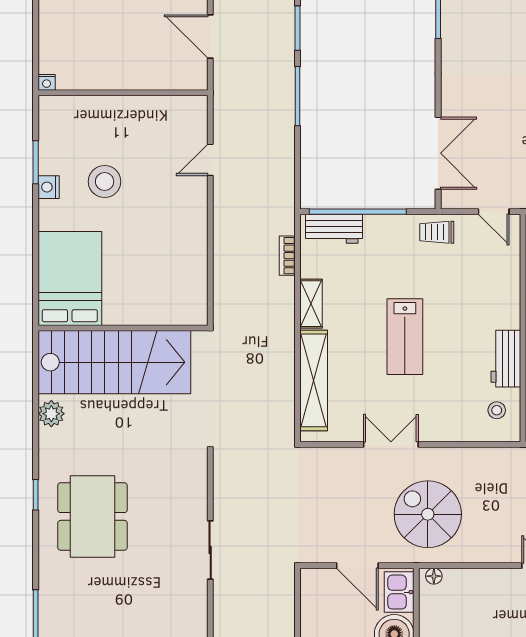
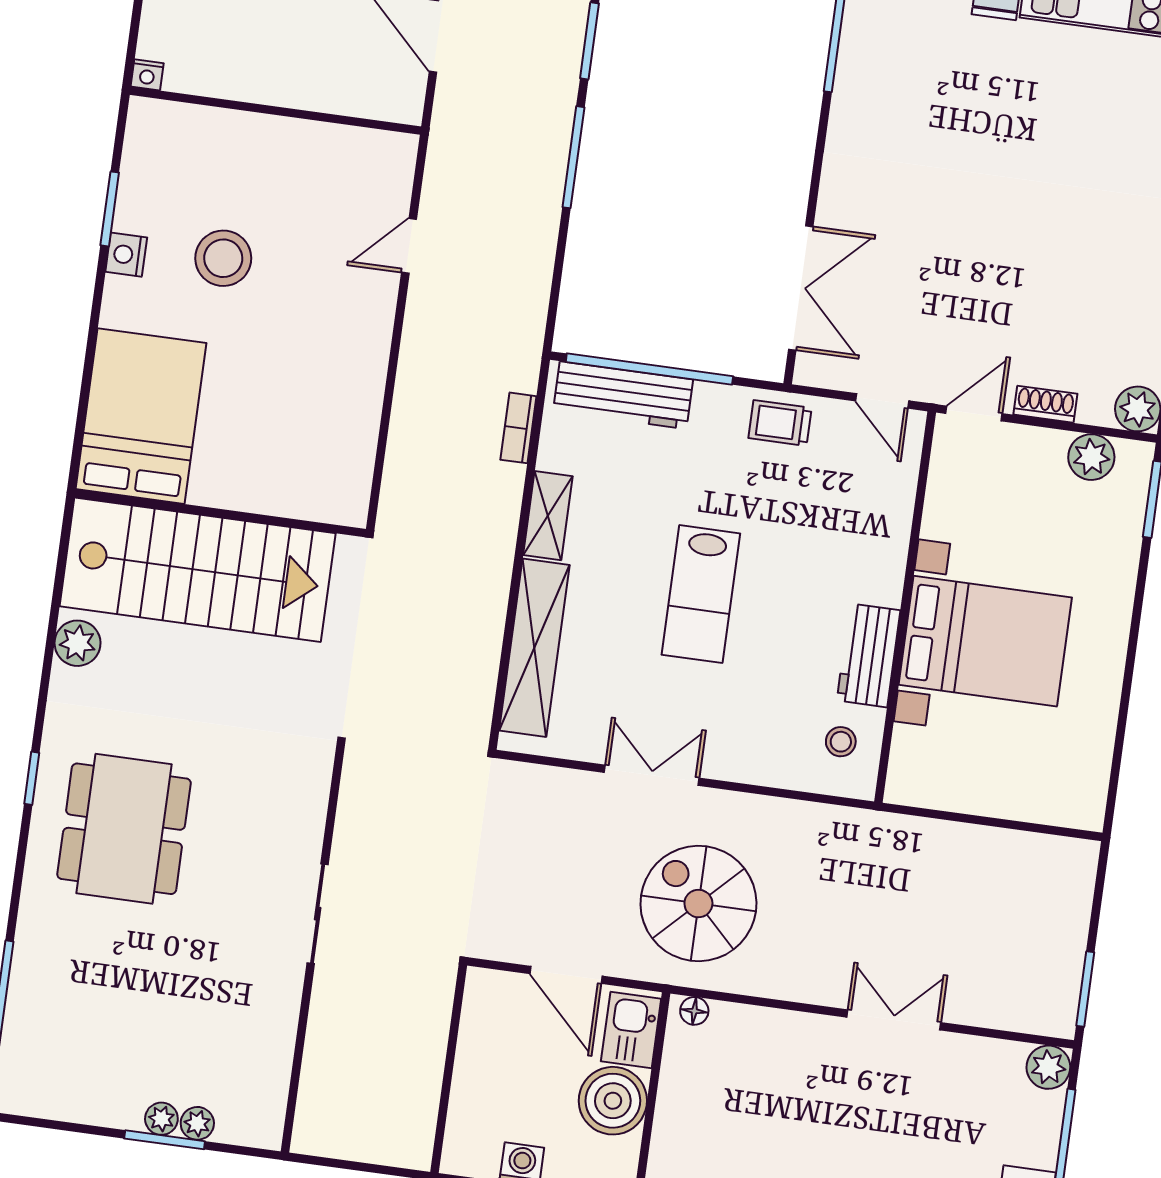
workbench: (334, 229) -> (623, 395), width x1.37

